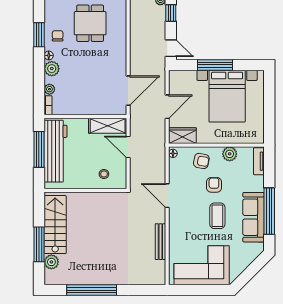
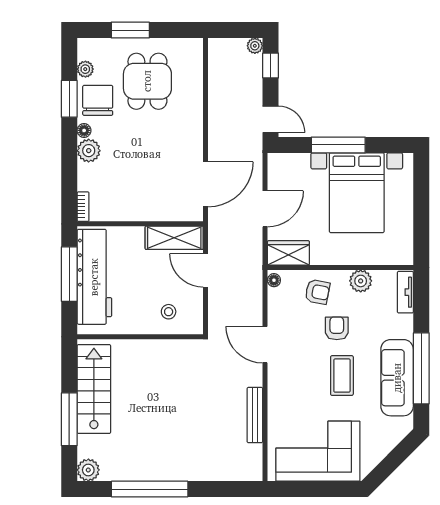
chair: (58, 36) -> (98, 100), width x1.87, depth x1.87
plant: (49, 89) -> (85, 69), moved
plant: (51, 262) -> (88, 470), moved

